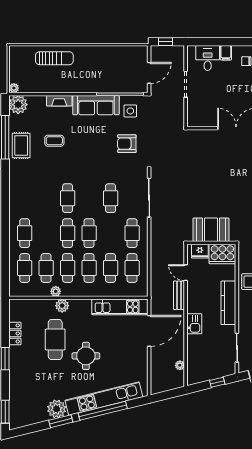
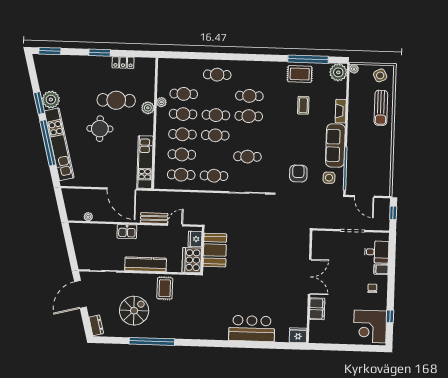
side table: (20, 60) -> (380, 75), added
cafe table: (25, 268) -> (249, 96), moved
window: (217, 382) -> (71, 251), removed

